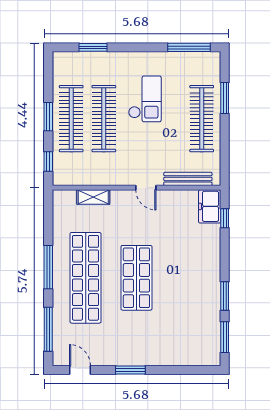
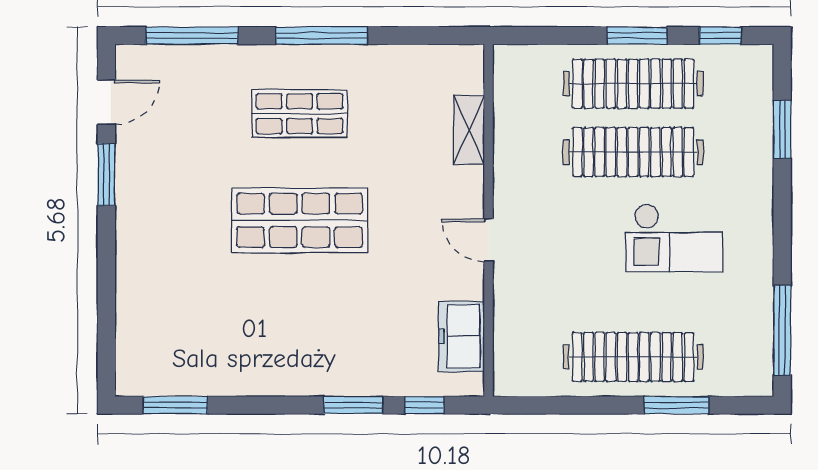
window: (48, 162) -> (720, 36), moved
bench: (188, 179) -> (507, 328), removed
door: (146, 188) -> (488, 240), hinge flipped
freezer: (210, 206) -> (461, 336), moved, turned -90
shop shelf: (86, 278) -> (300, 114), width x0.50, depth x0.74
window: (225, 296) -> (353, 405), moved
window: (130, 370) -> (106, 175), moved

